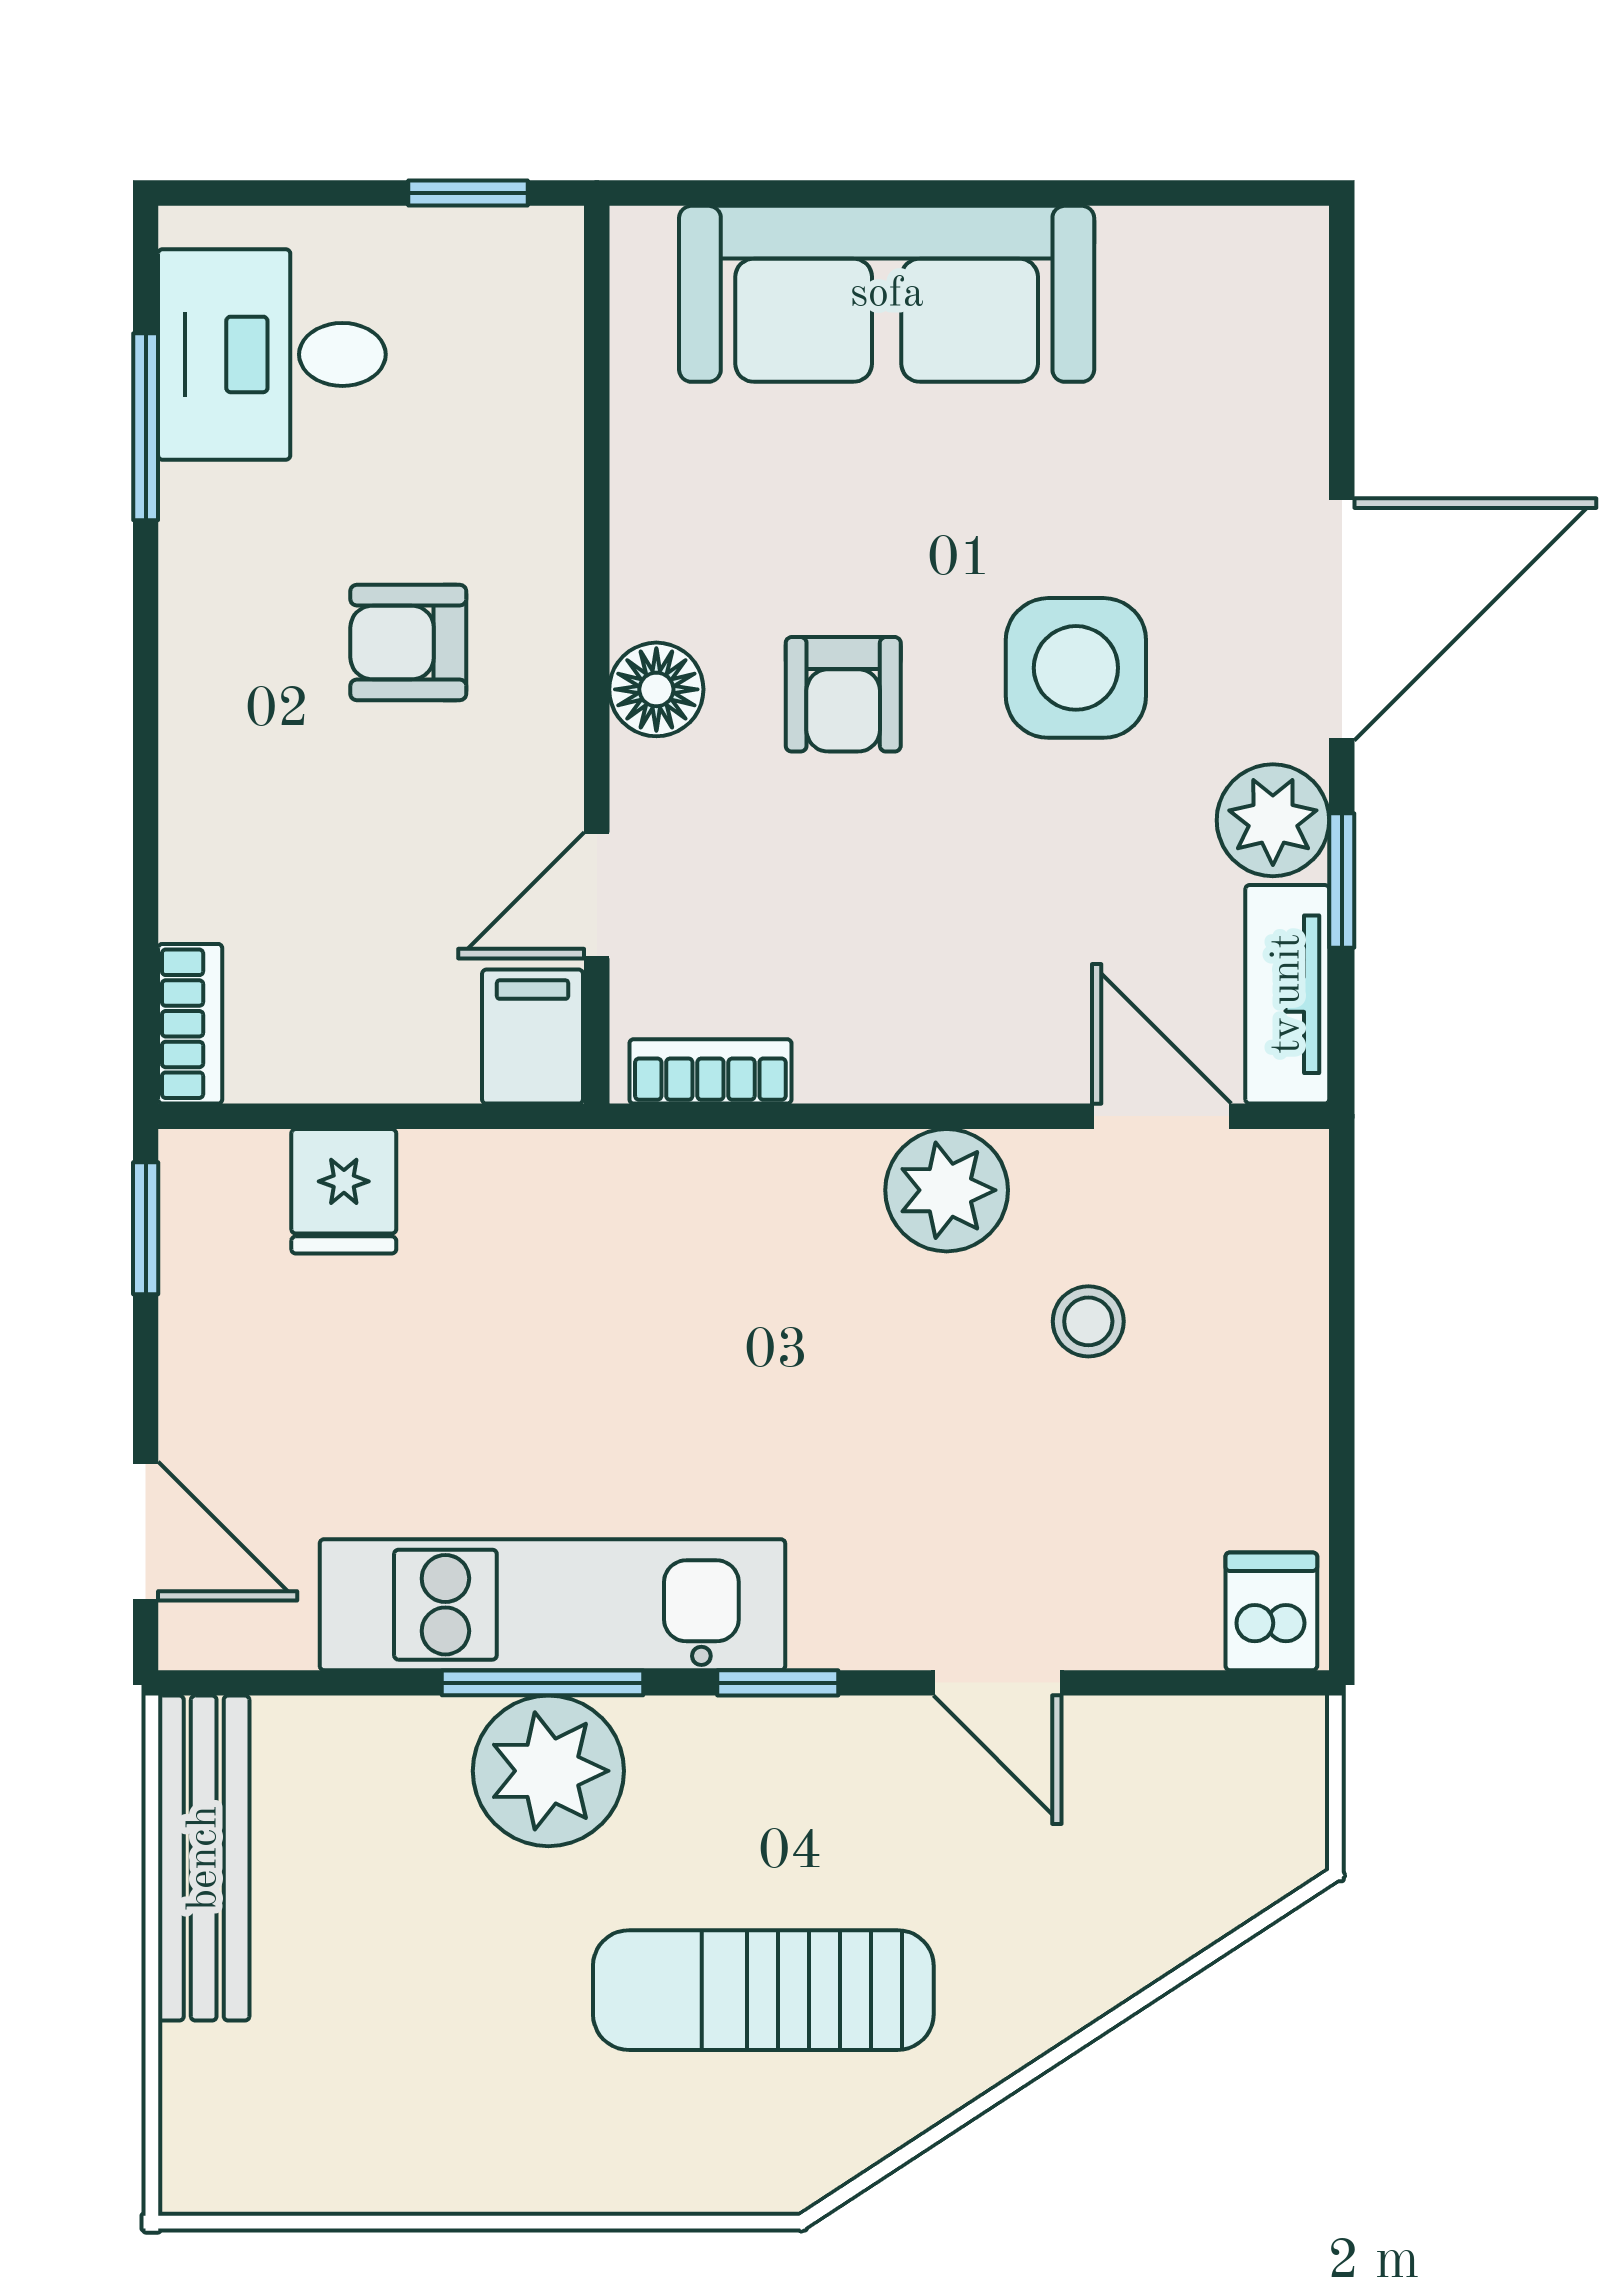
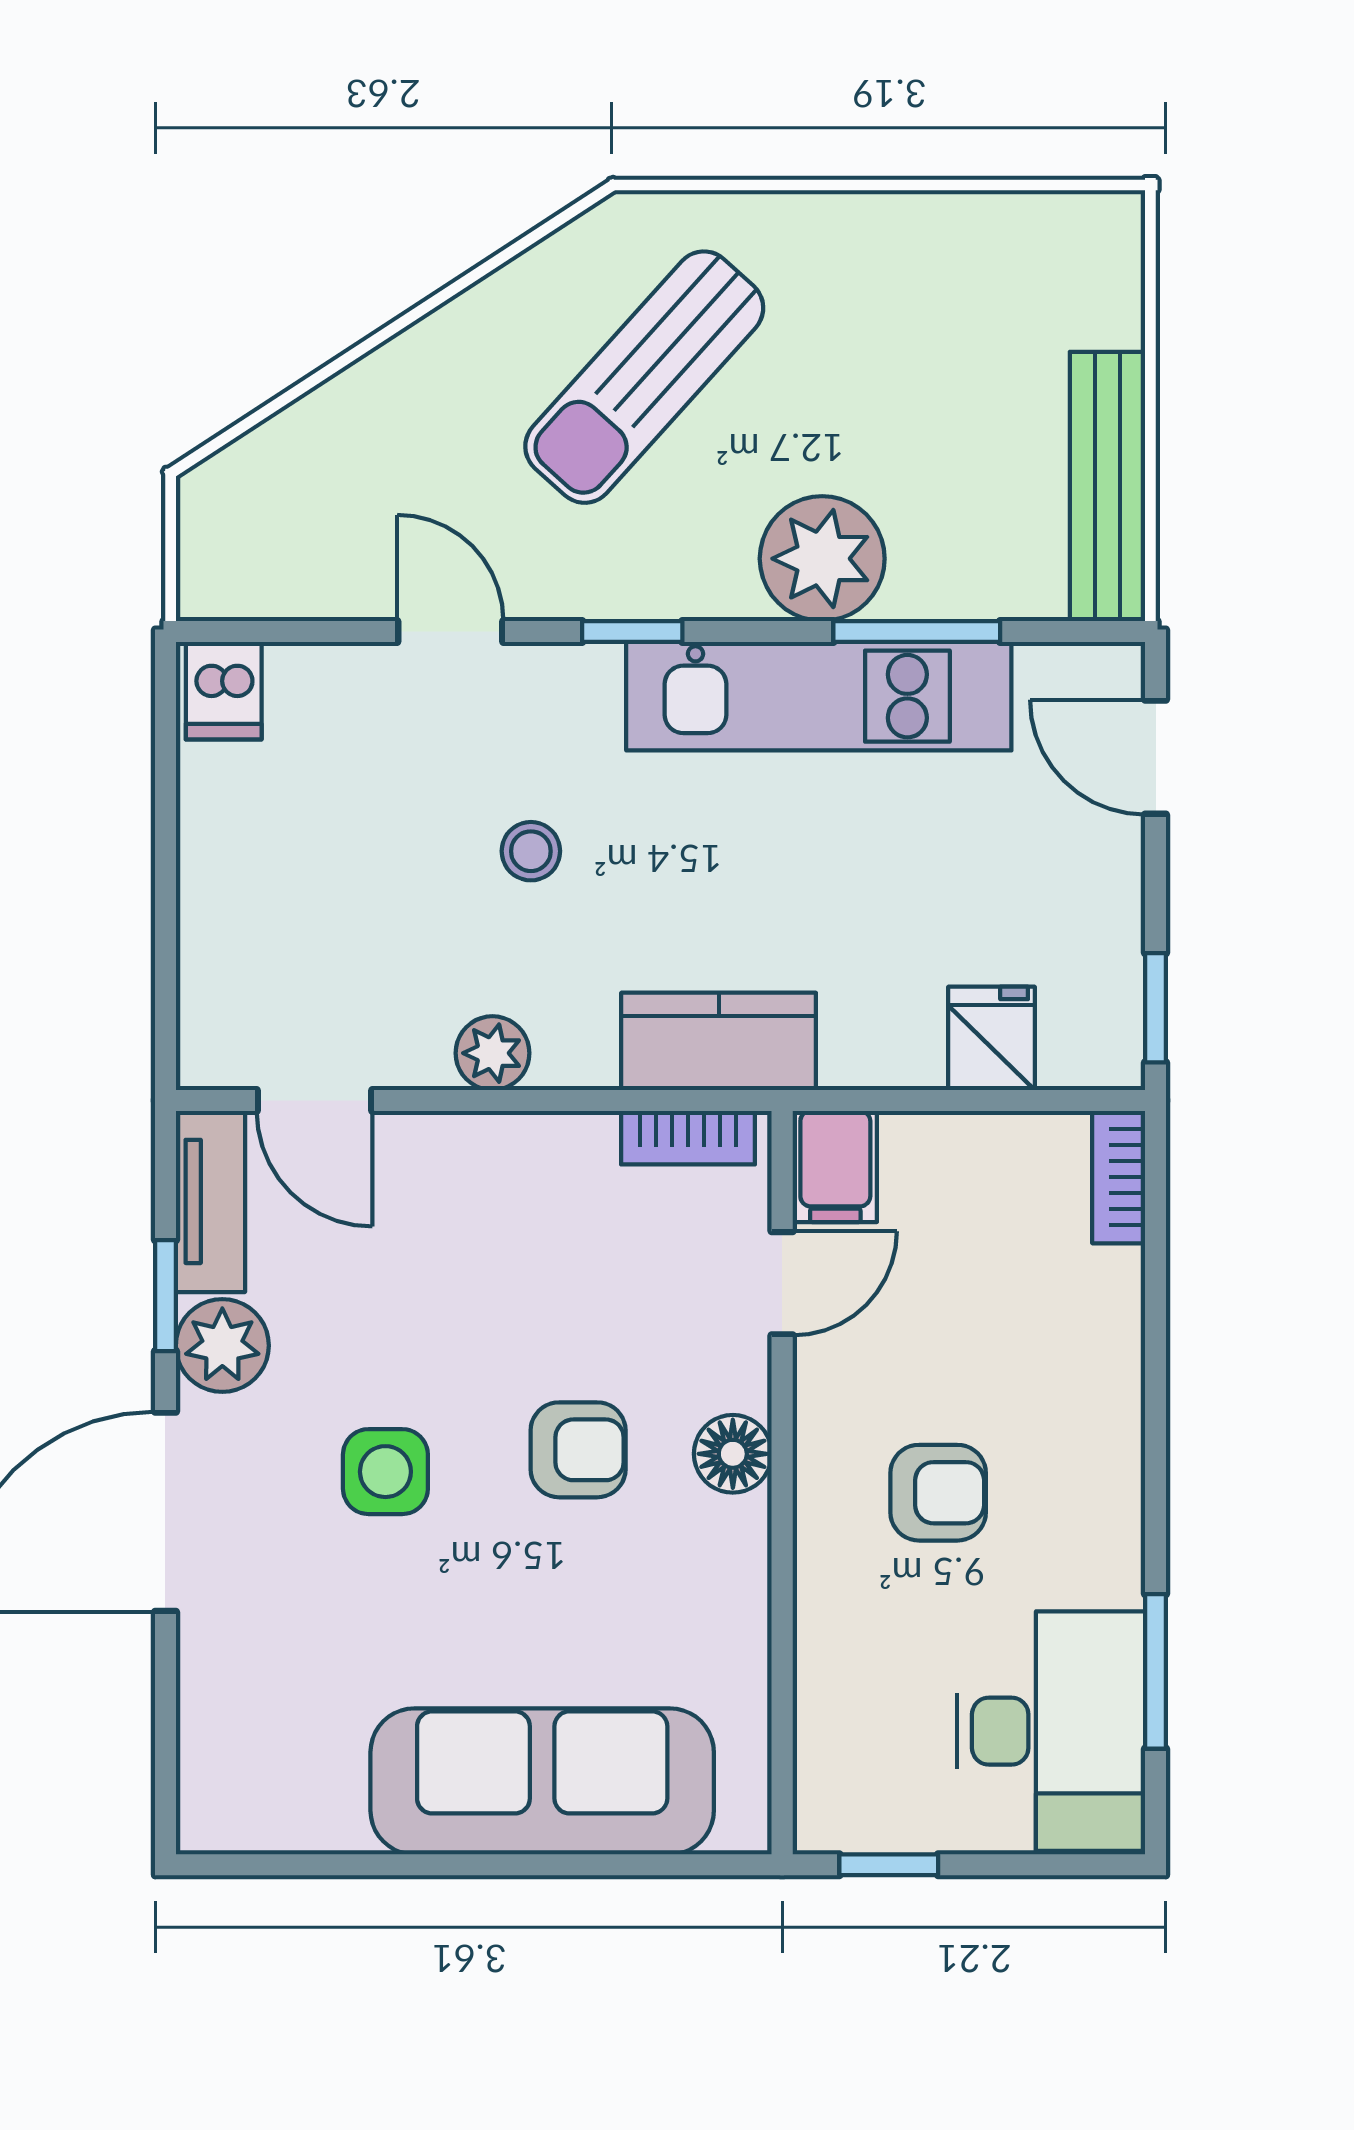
desk: (272, 354) -> (1051, 1731), width x1.37
side table: (1076, 668) -> (385, 1472), width x0.73, depth x0.73
armchair: (843, 694) -> (578, 1450), turned 90
kitchen counter: (674, 1188) -> (719, 1041), added
plant: (947, 1190) -> (492, 1053), width x0.73, depth x0.73
stool: (1088, 1321) -> (531, 851), moved
window: (543, 1683) -> (917, 631), moved
sun lounger: (763, 1990) -> (644, 377), turned 132

